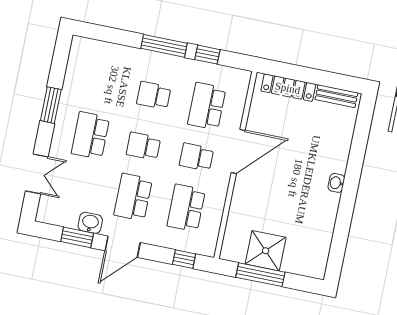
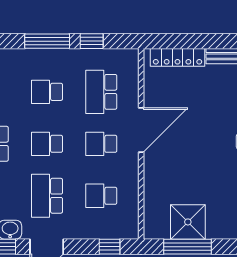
school desk: (186, 208) -> (101, 196), width x0.54

